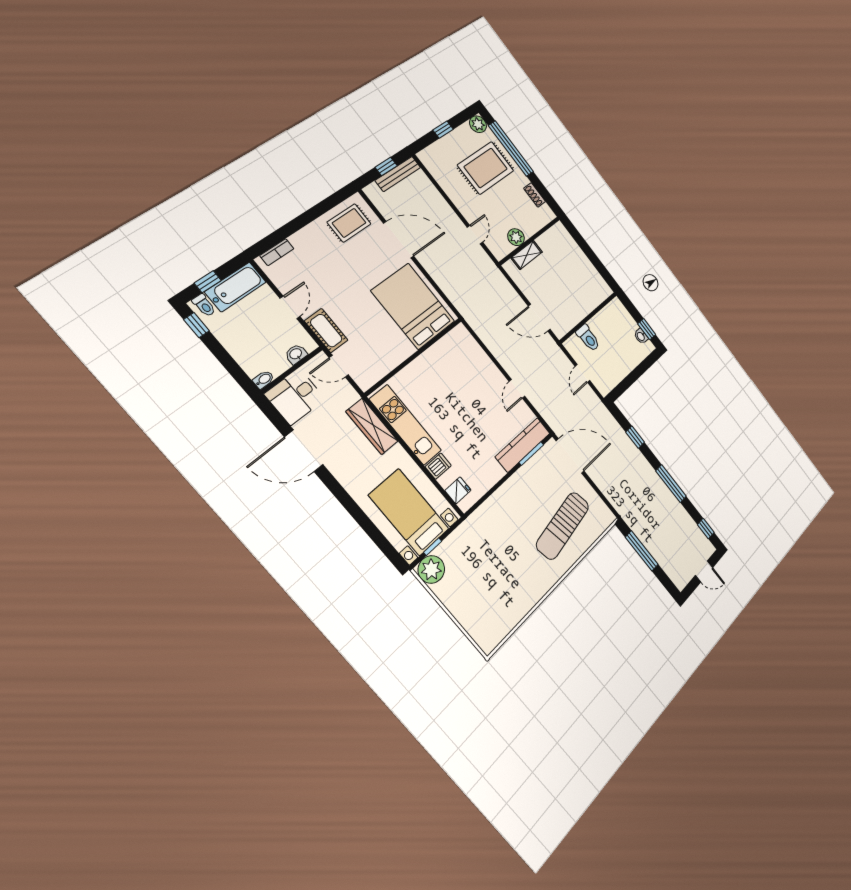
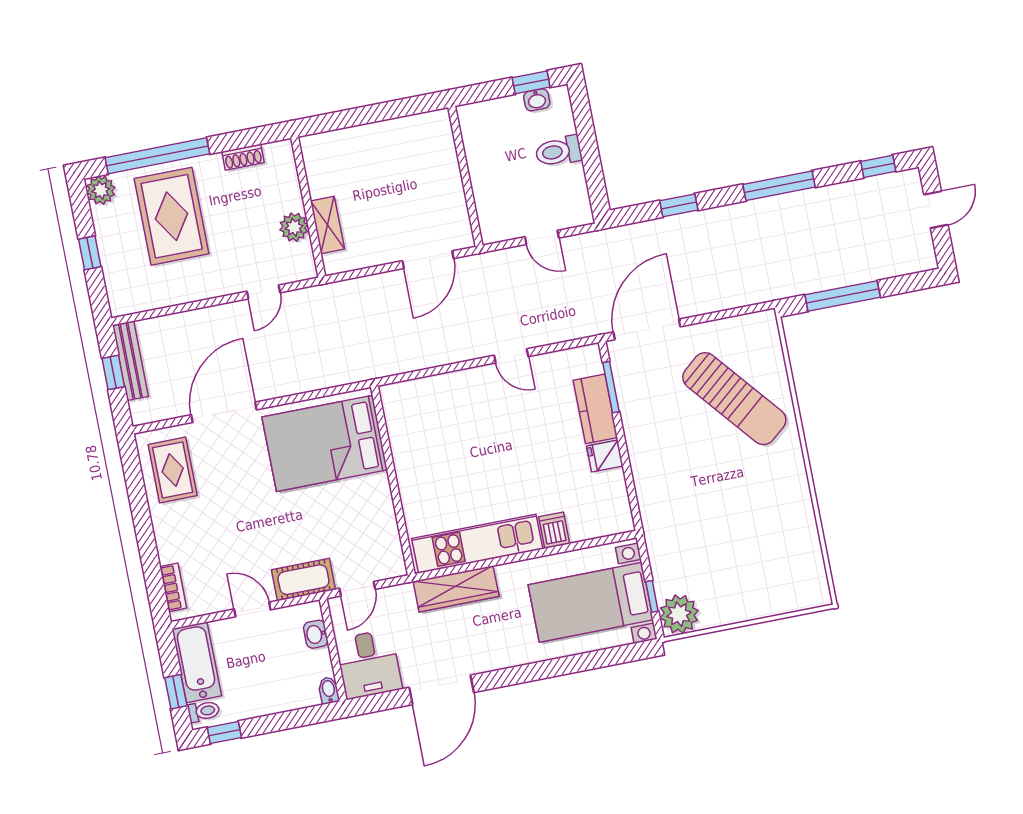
door: (475, 235) -> (263, 292), swing flipped
toilet: (588, 338) -> (558, 151), moved, turned 180
kitchen counter: (523, 445) -> (595, 409), width x0.67
fridge: (458, 490) -> (605, 456), moved, turned -90
sun lounger: (563, 526) -> (734, 399), turned -30

